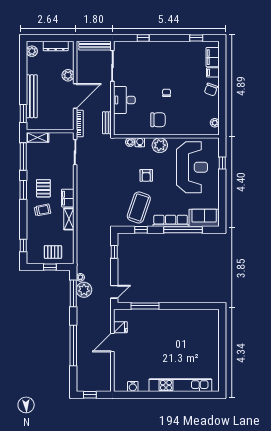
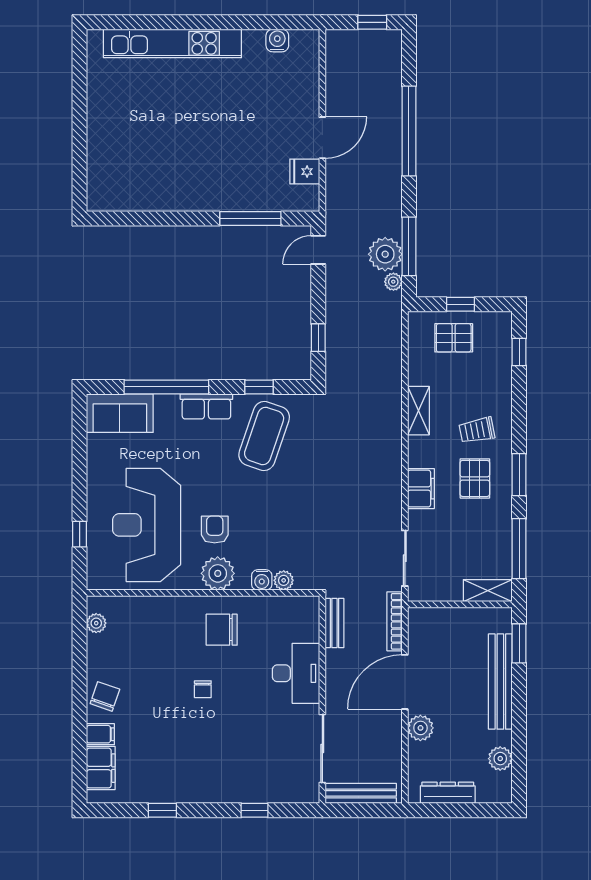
window: (196, 38) -> (162, 810), moved
plant: (32, 51) -> (500, 759), moved
armchair: (146, 175) -> (215, 530), moved
filing cabinet: (68, 198) -> (421, 489), moved
row of seats: (171, 221) -> (206, 406), width x0.68

